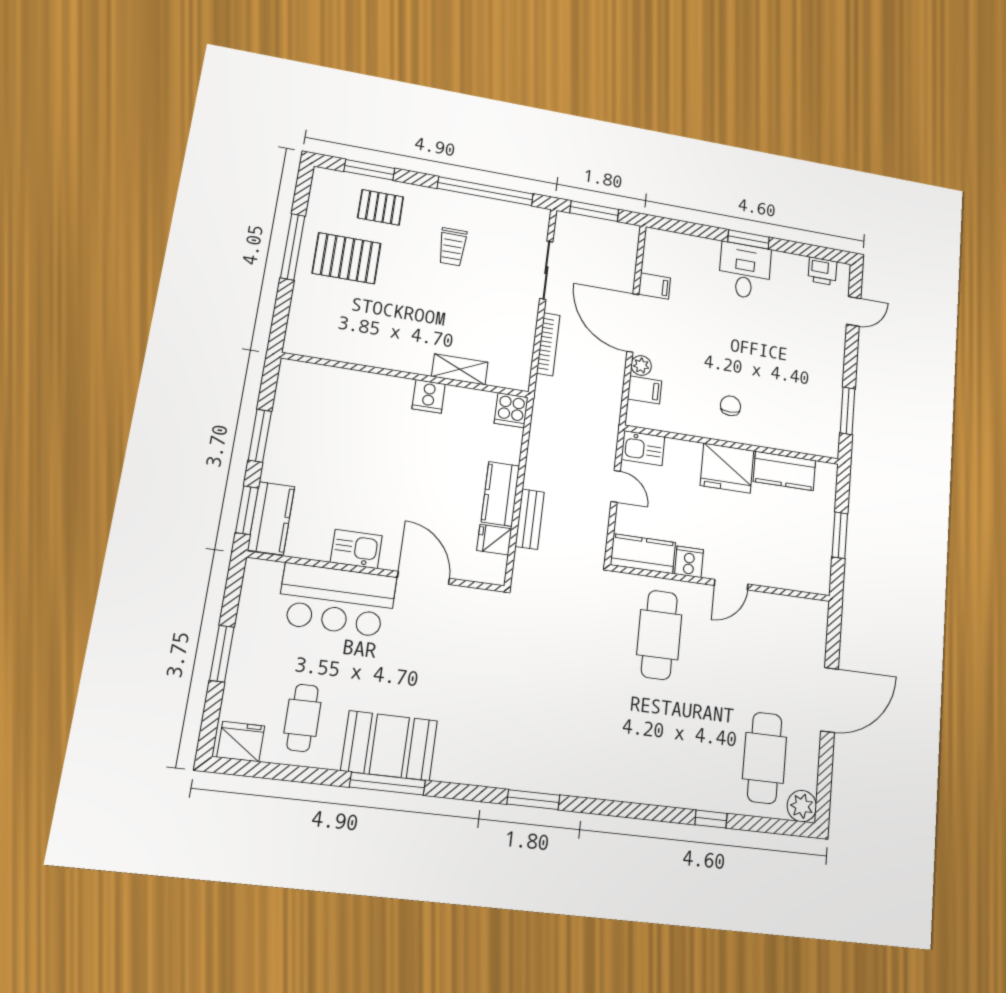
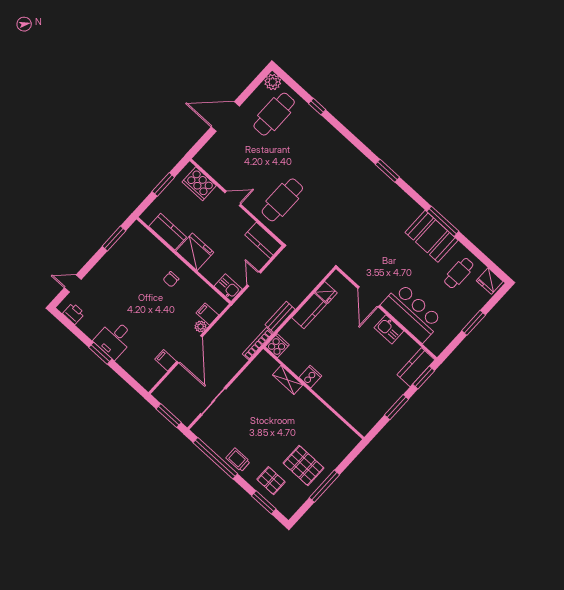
trolley: (452, 247) -> (238, 460), moved, turned -90
bookcase: (548, 344) -> (258, 344), moved
bench: (530, 519) -> (280, 317), moved
cooker: (689, 562) -> (199, 184), moved, width x1.87, depth x1.31

